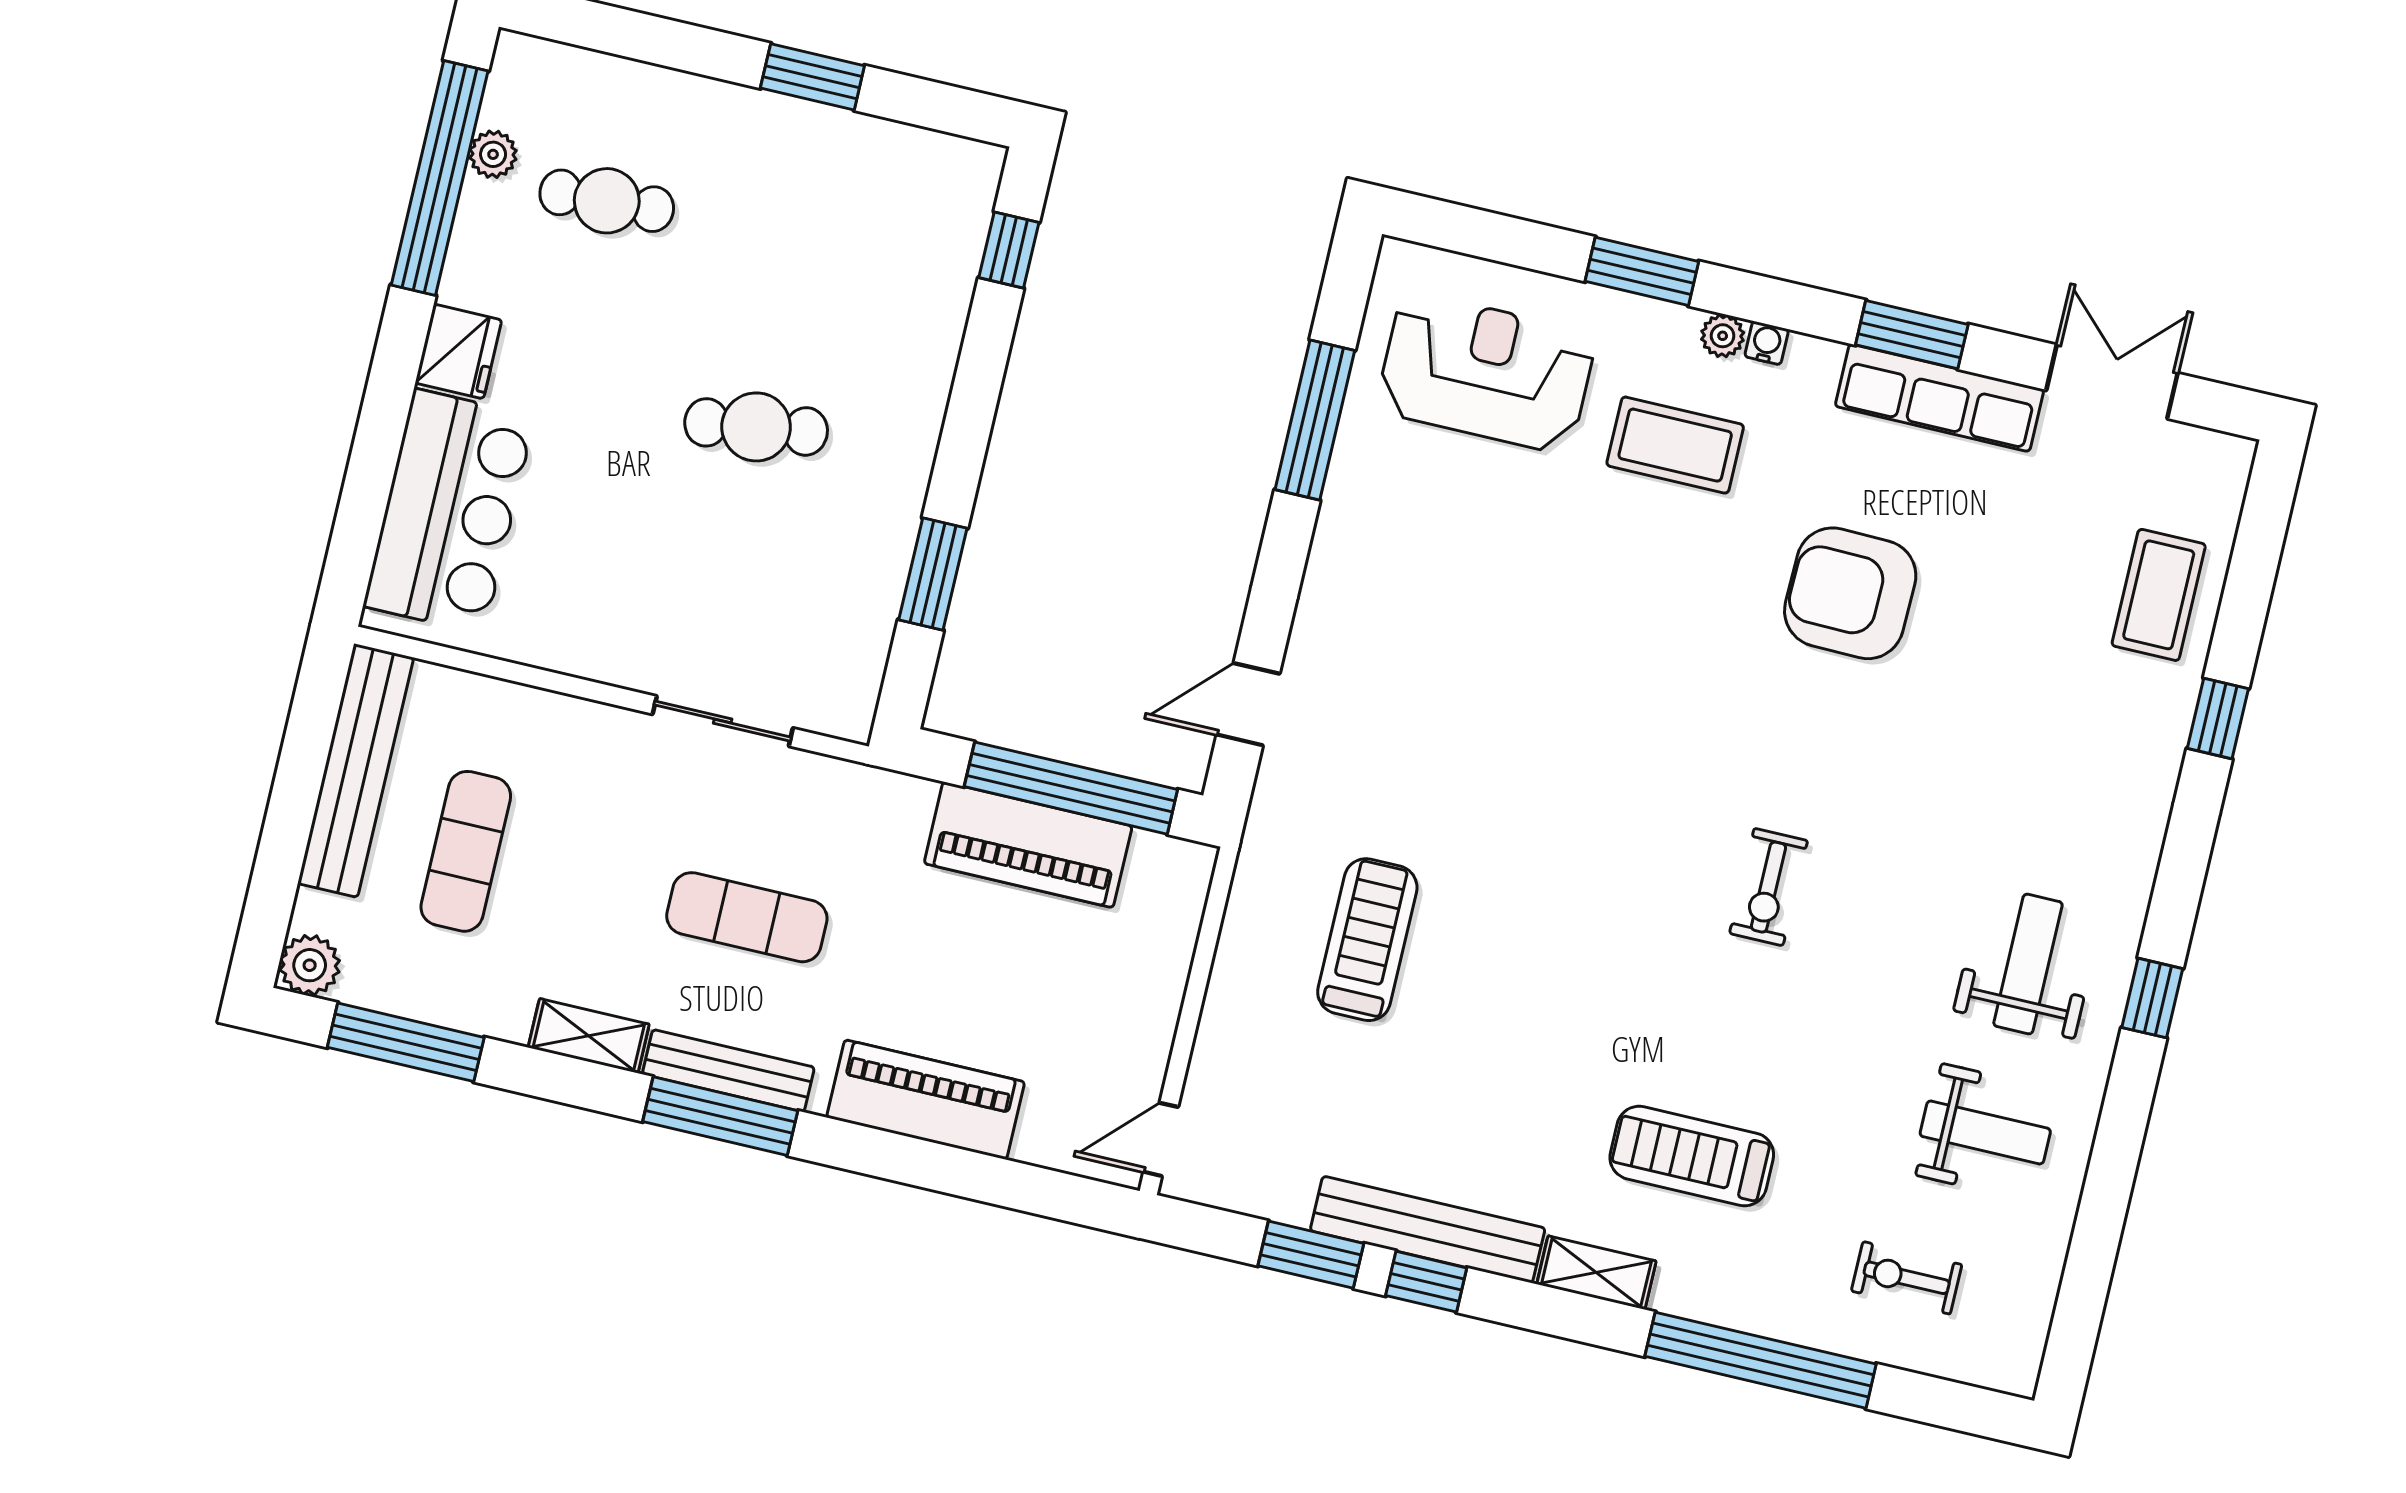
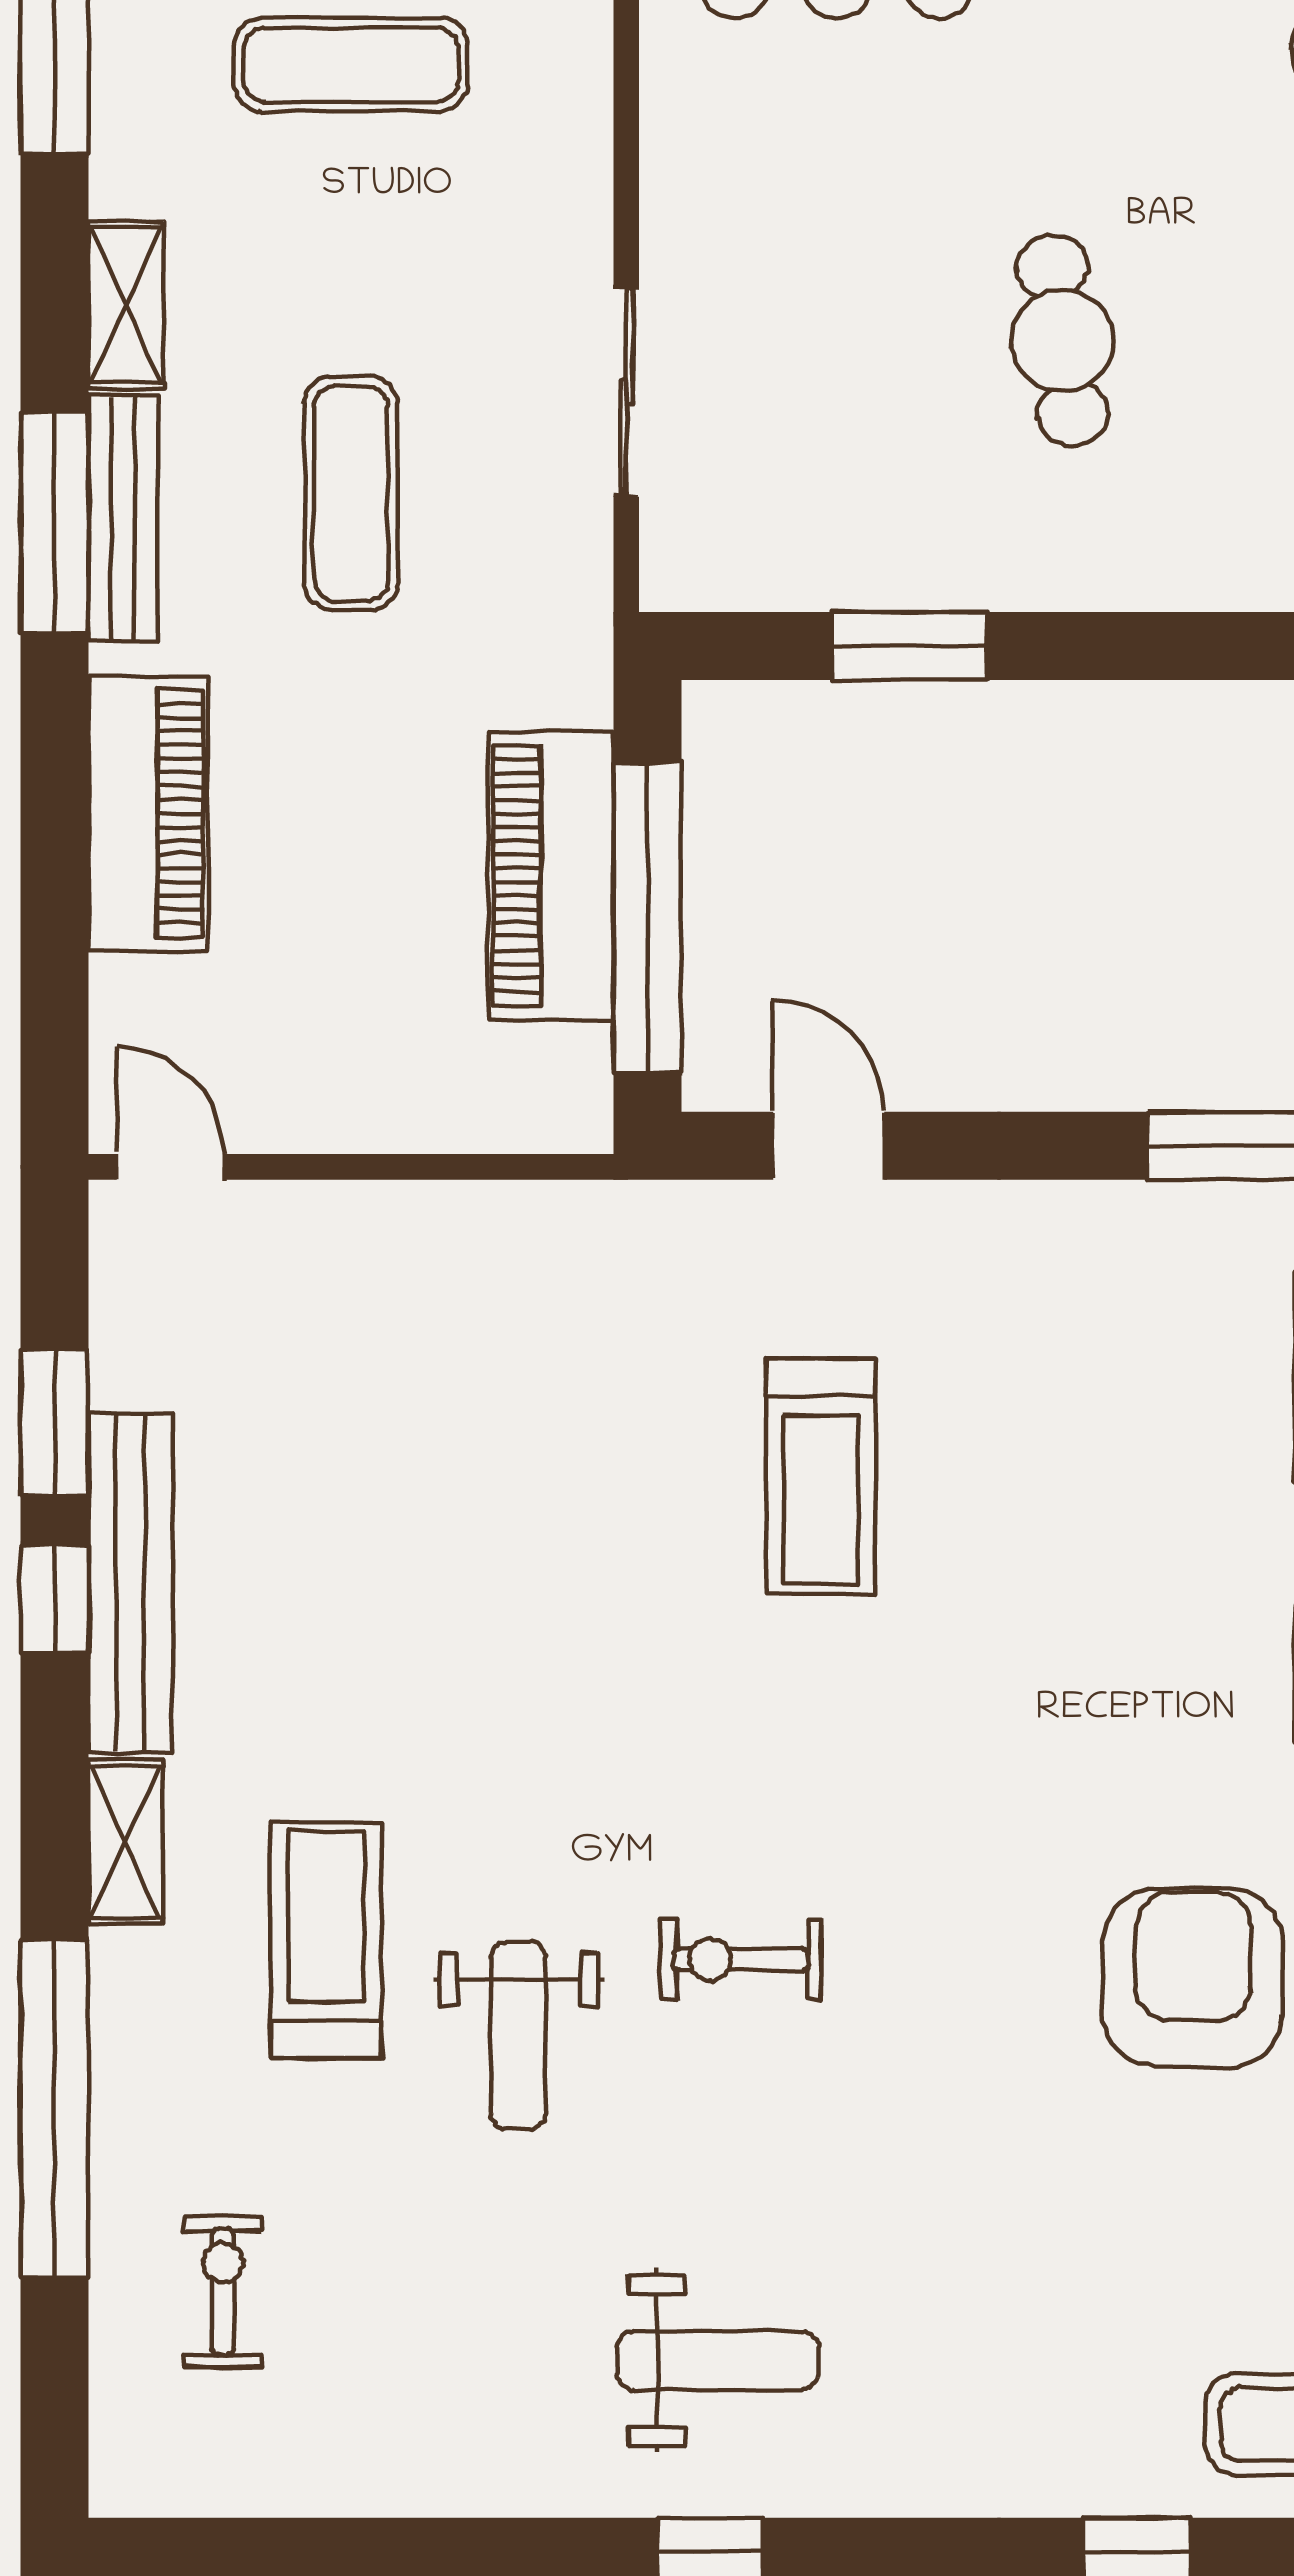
treadmill: (1367, 940) -> (821, 1476), moved, turned 90
weight bench: (1985, 1132) -> (518, 2036), moved

